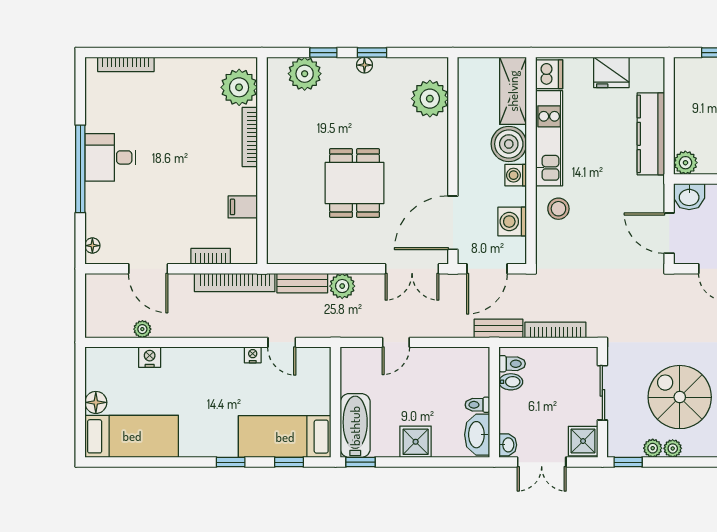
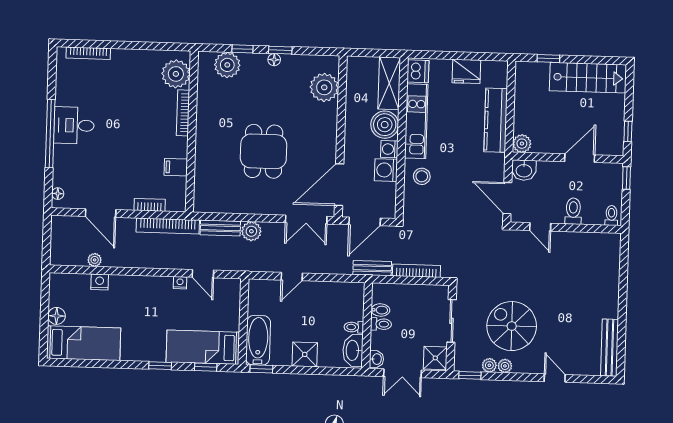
washing machine: (512, 222) -> (386, 170), moved
toilet: (512, 364) -> (381, 324), moved

